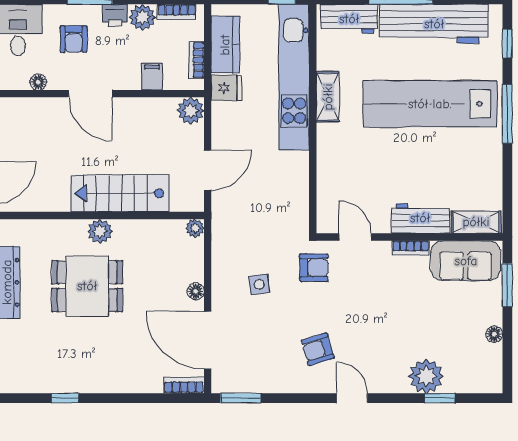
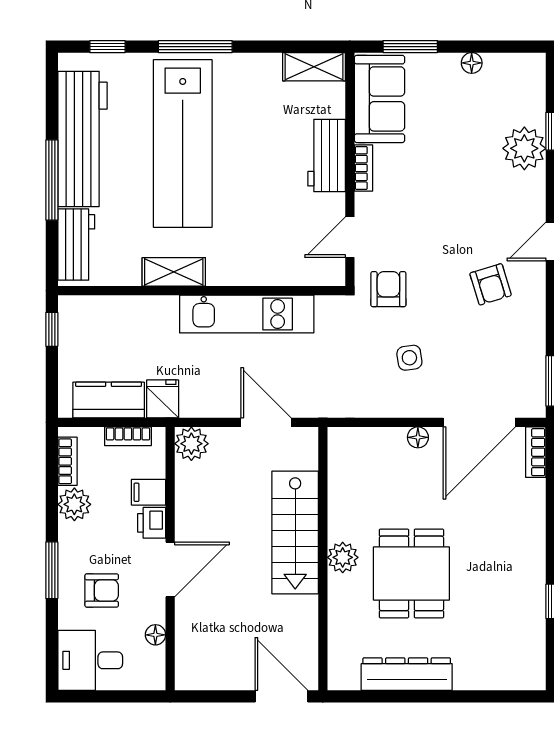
printer: (115, 15) -> (152, 523), moved, turned 180
kitchen unit: (294, 77) -> (247, 314), moved, width x0.73
shelving: (476, 222) -> (314, 67), moved, turned 90
plant: (195, 228) -> (339, 438), removed

